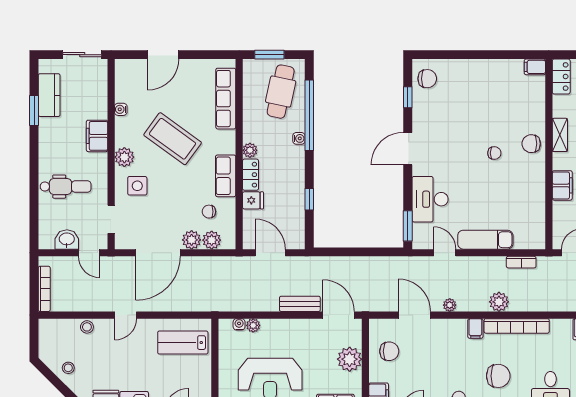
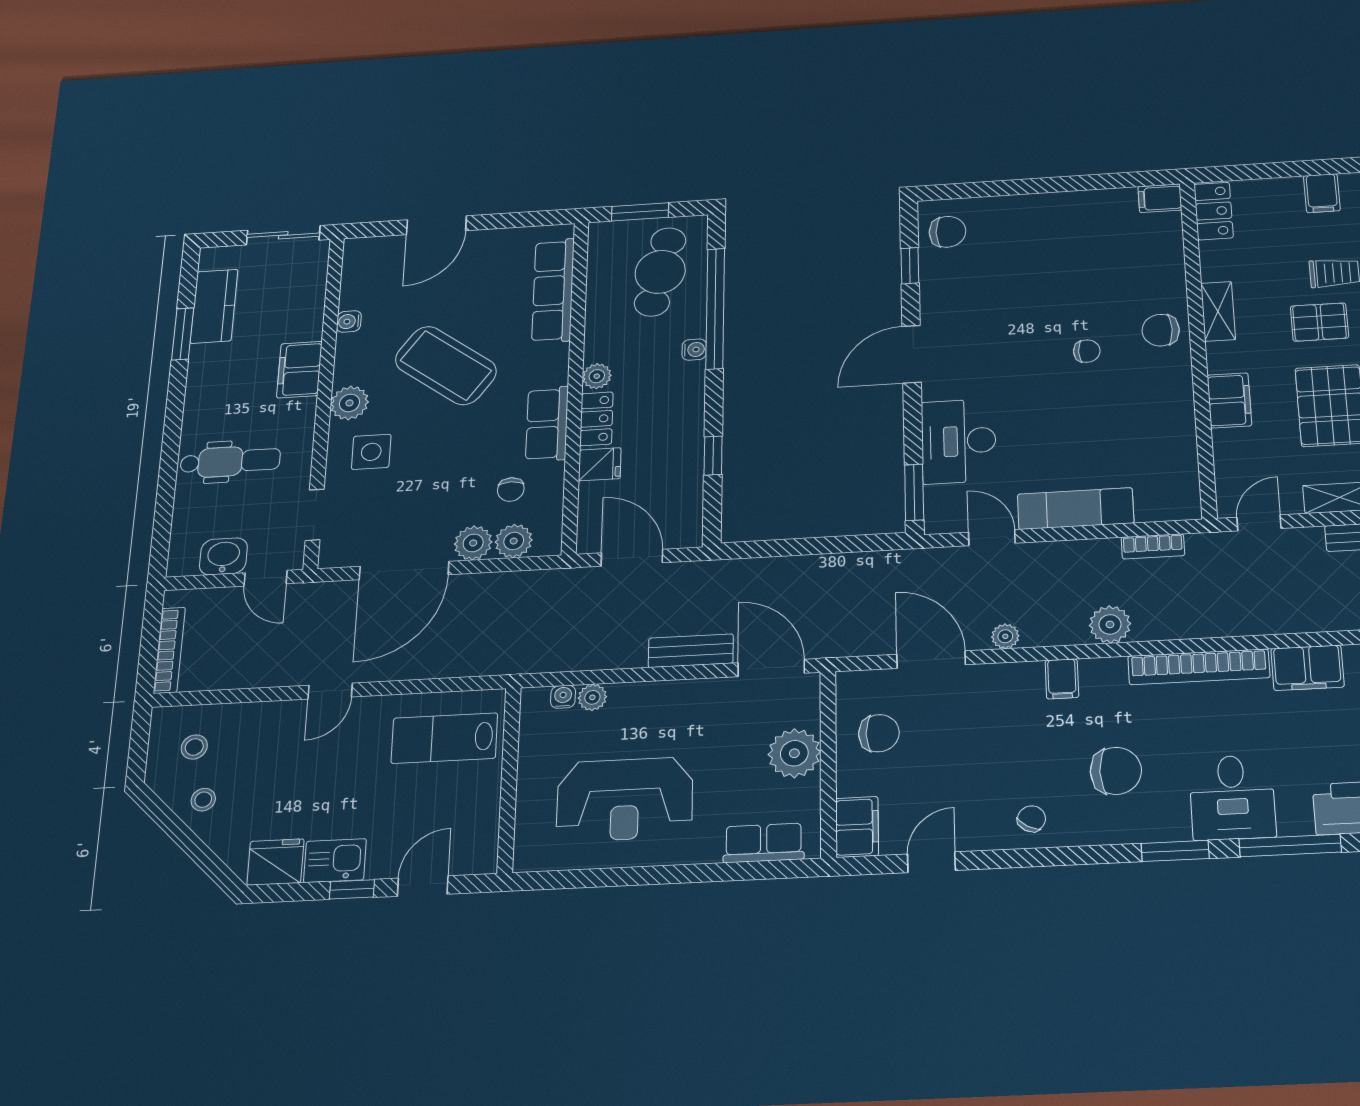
chair: (209, 212) -> (511, 490), turned -90
bookcase: (517, 326) -> (1199, 667), moved
stool: (87, 327) -> (194, 747), moved

